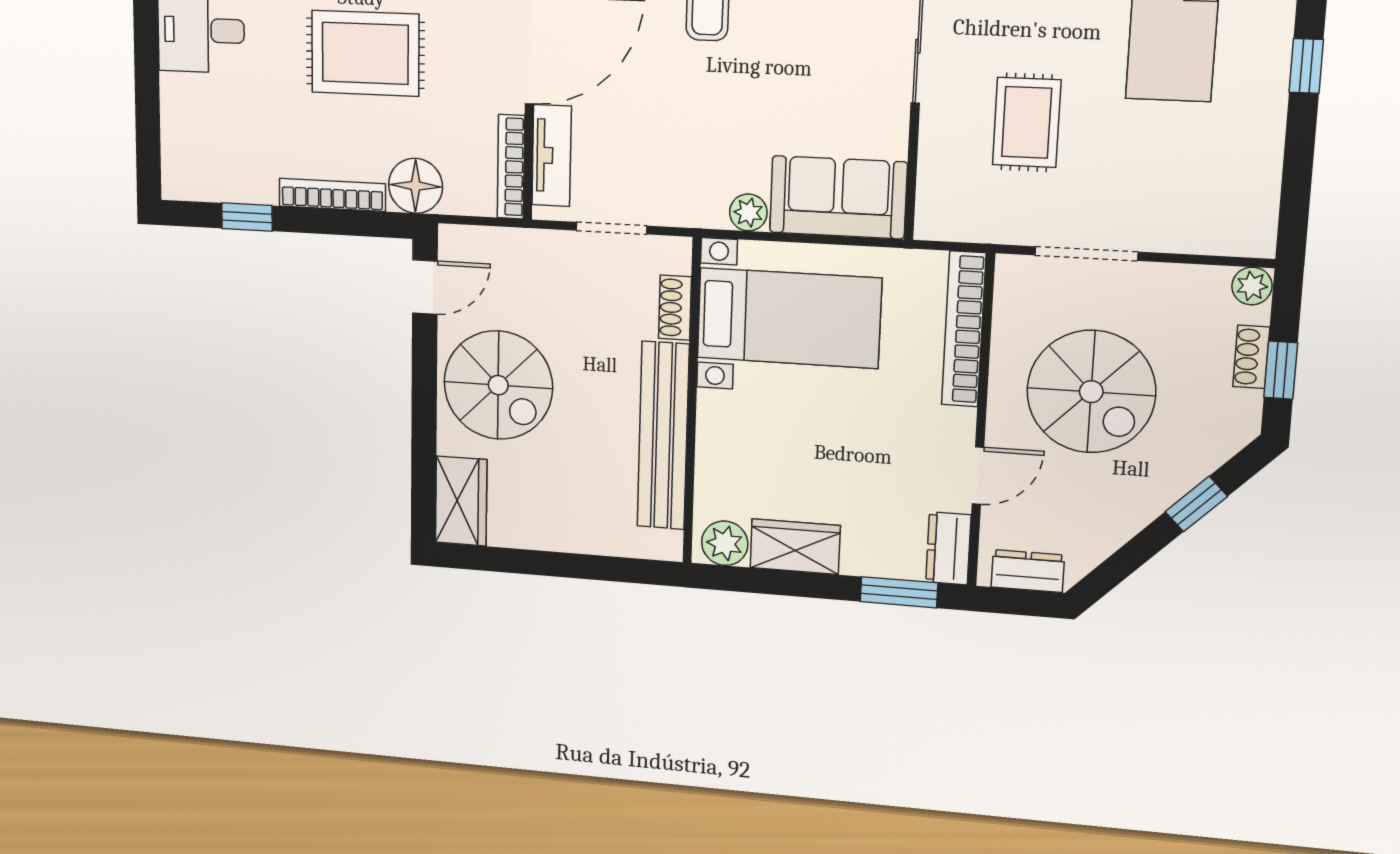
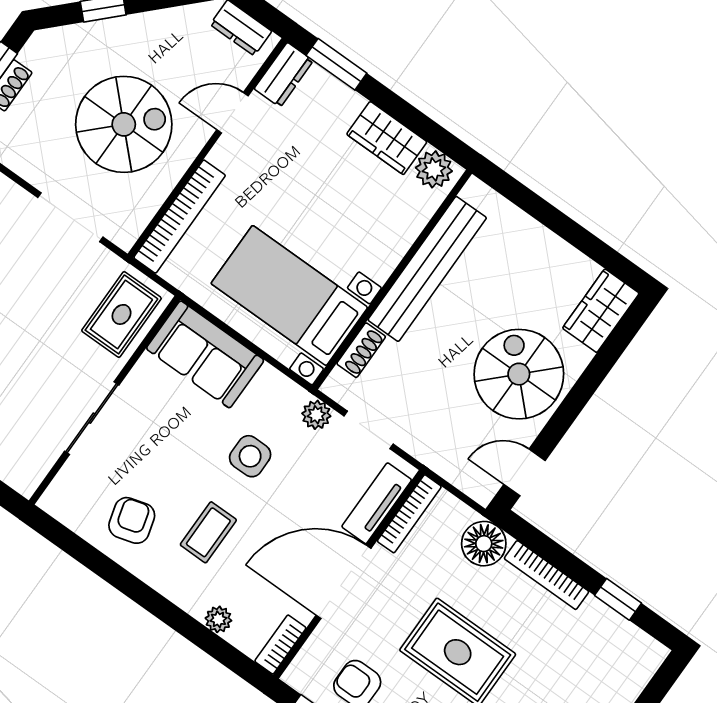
side table: (717, 118) -> (250, 456), added
rug: (1027, 122) -> (121, 314), moved
plant: (748, 212) -> (316, 415), moved
spiral stairs: (1091, 392) -> (124, 124), turned 90

